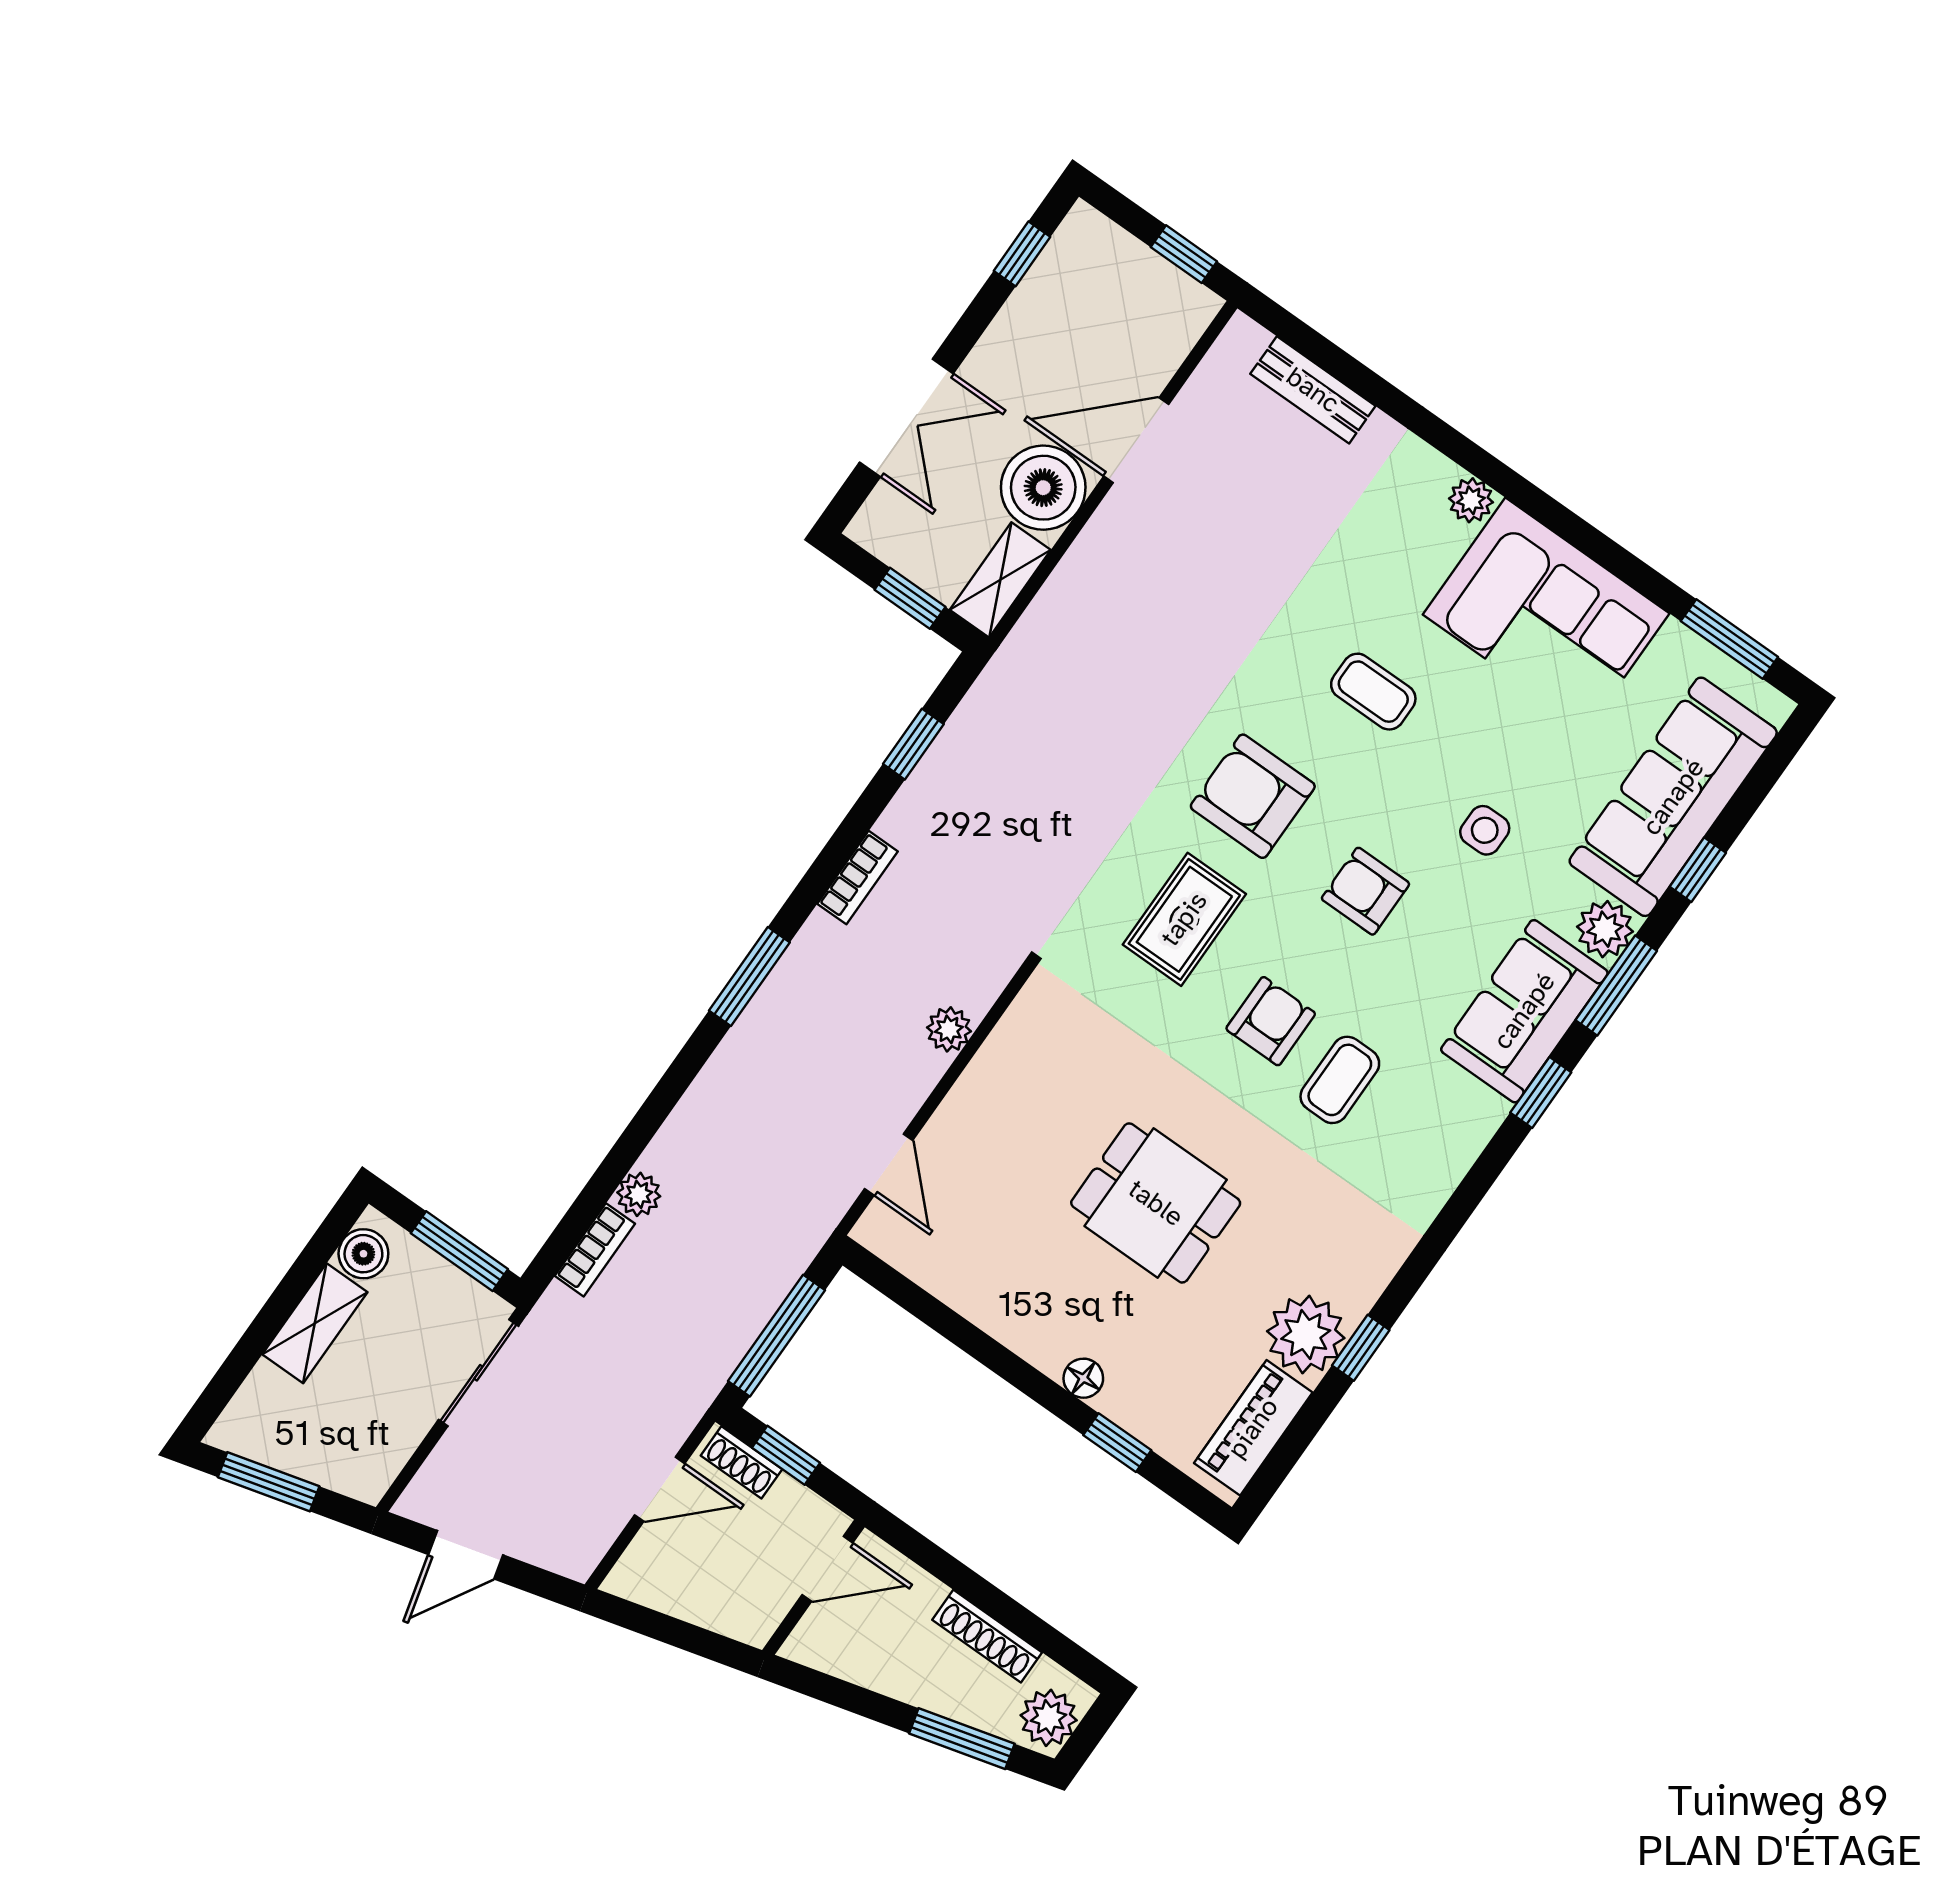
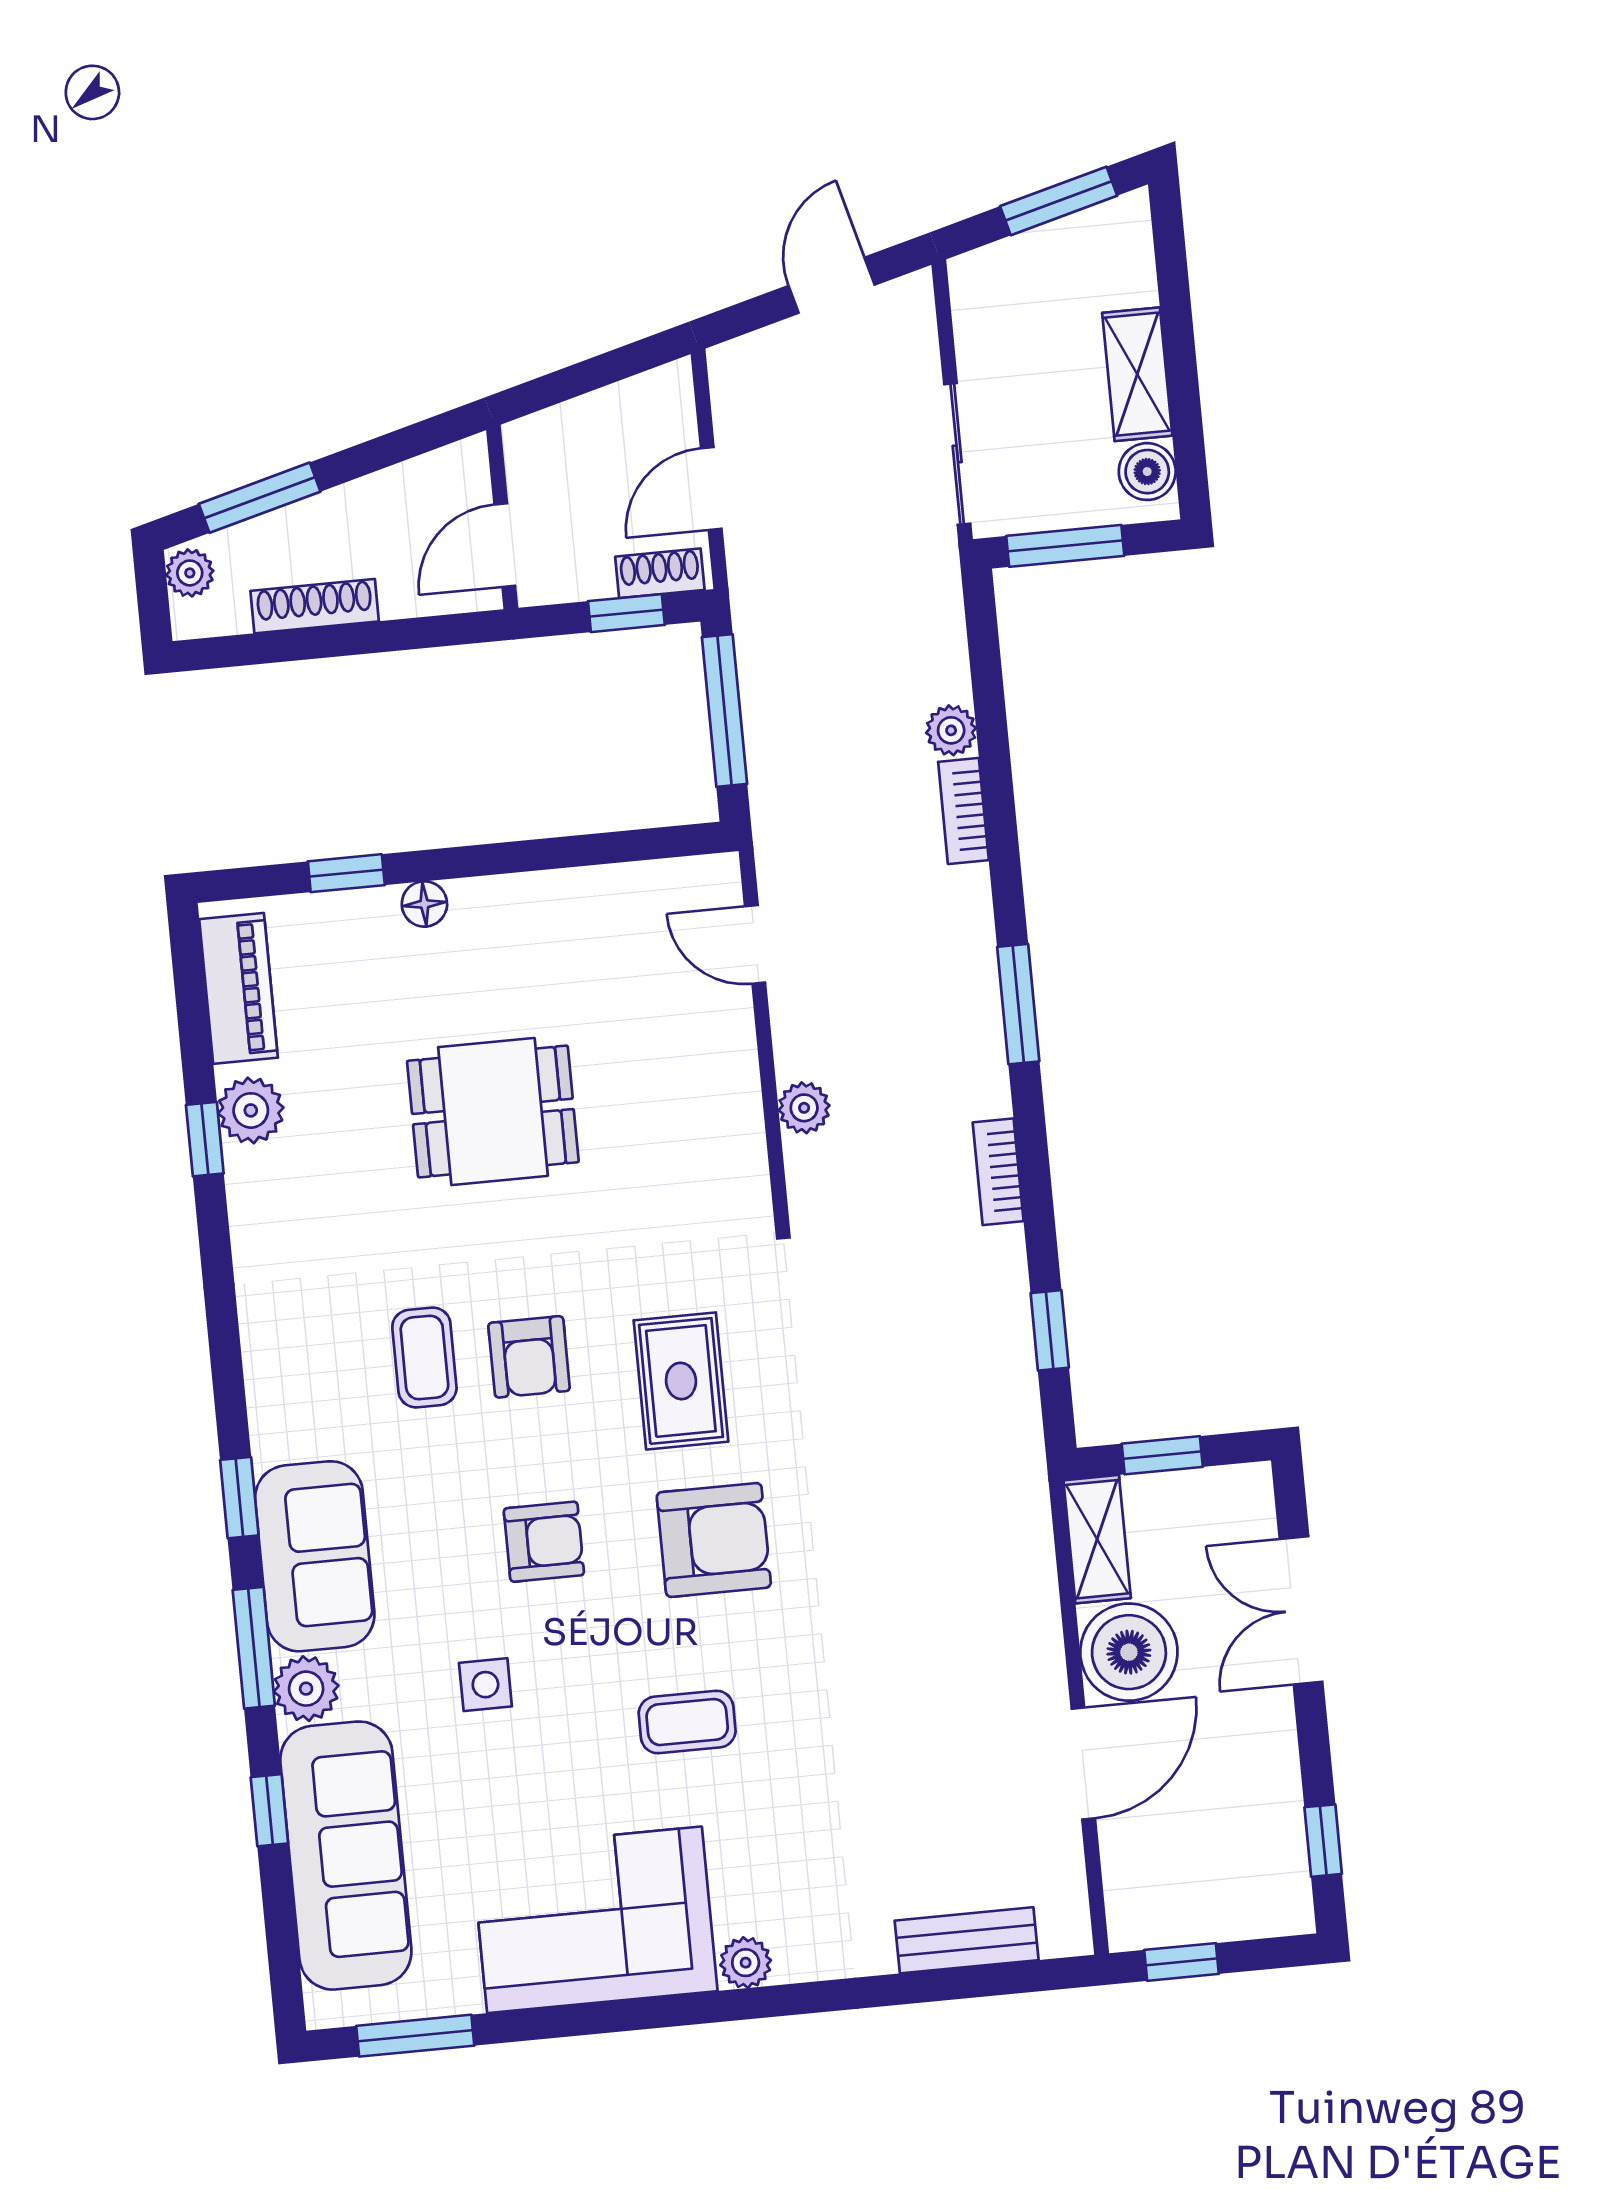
bookcase: (595, 1250) -> (963, 811), moved
plant: (1306, 1335) -> (251, 1110), width x0.73, depth x0.73
plant: (1049, 1718) -> (190, 573), width x0.73, depth x0.73

